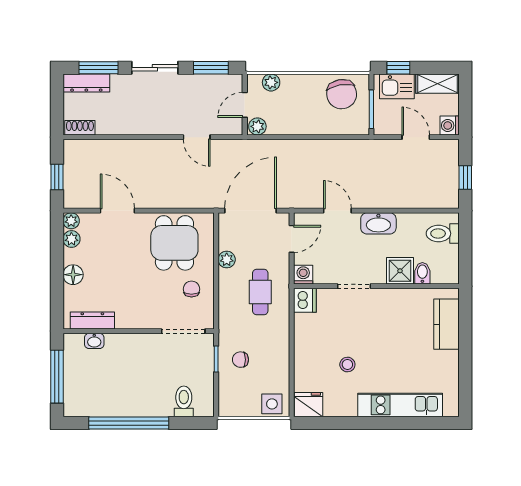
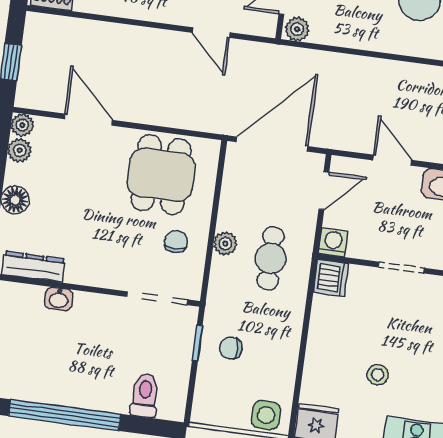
plant: (227, 260) -> (225, 244), moved
washbasin: (94, 341) -> (59, 299), moved

